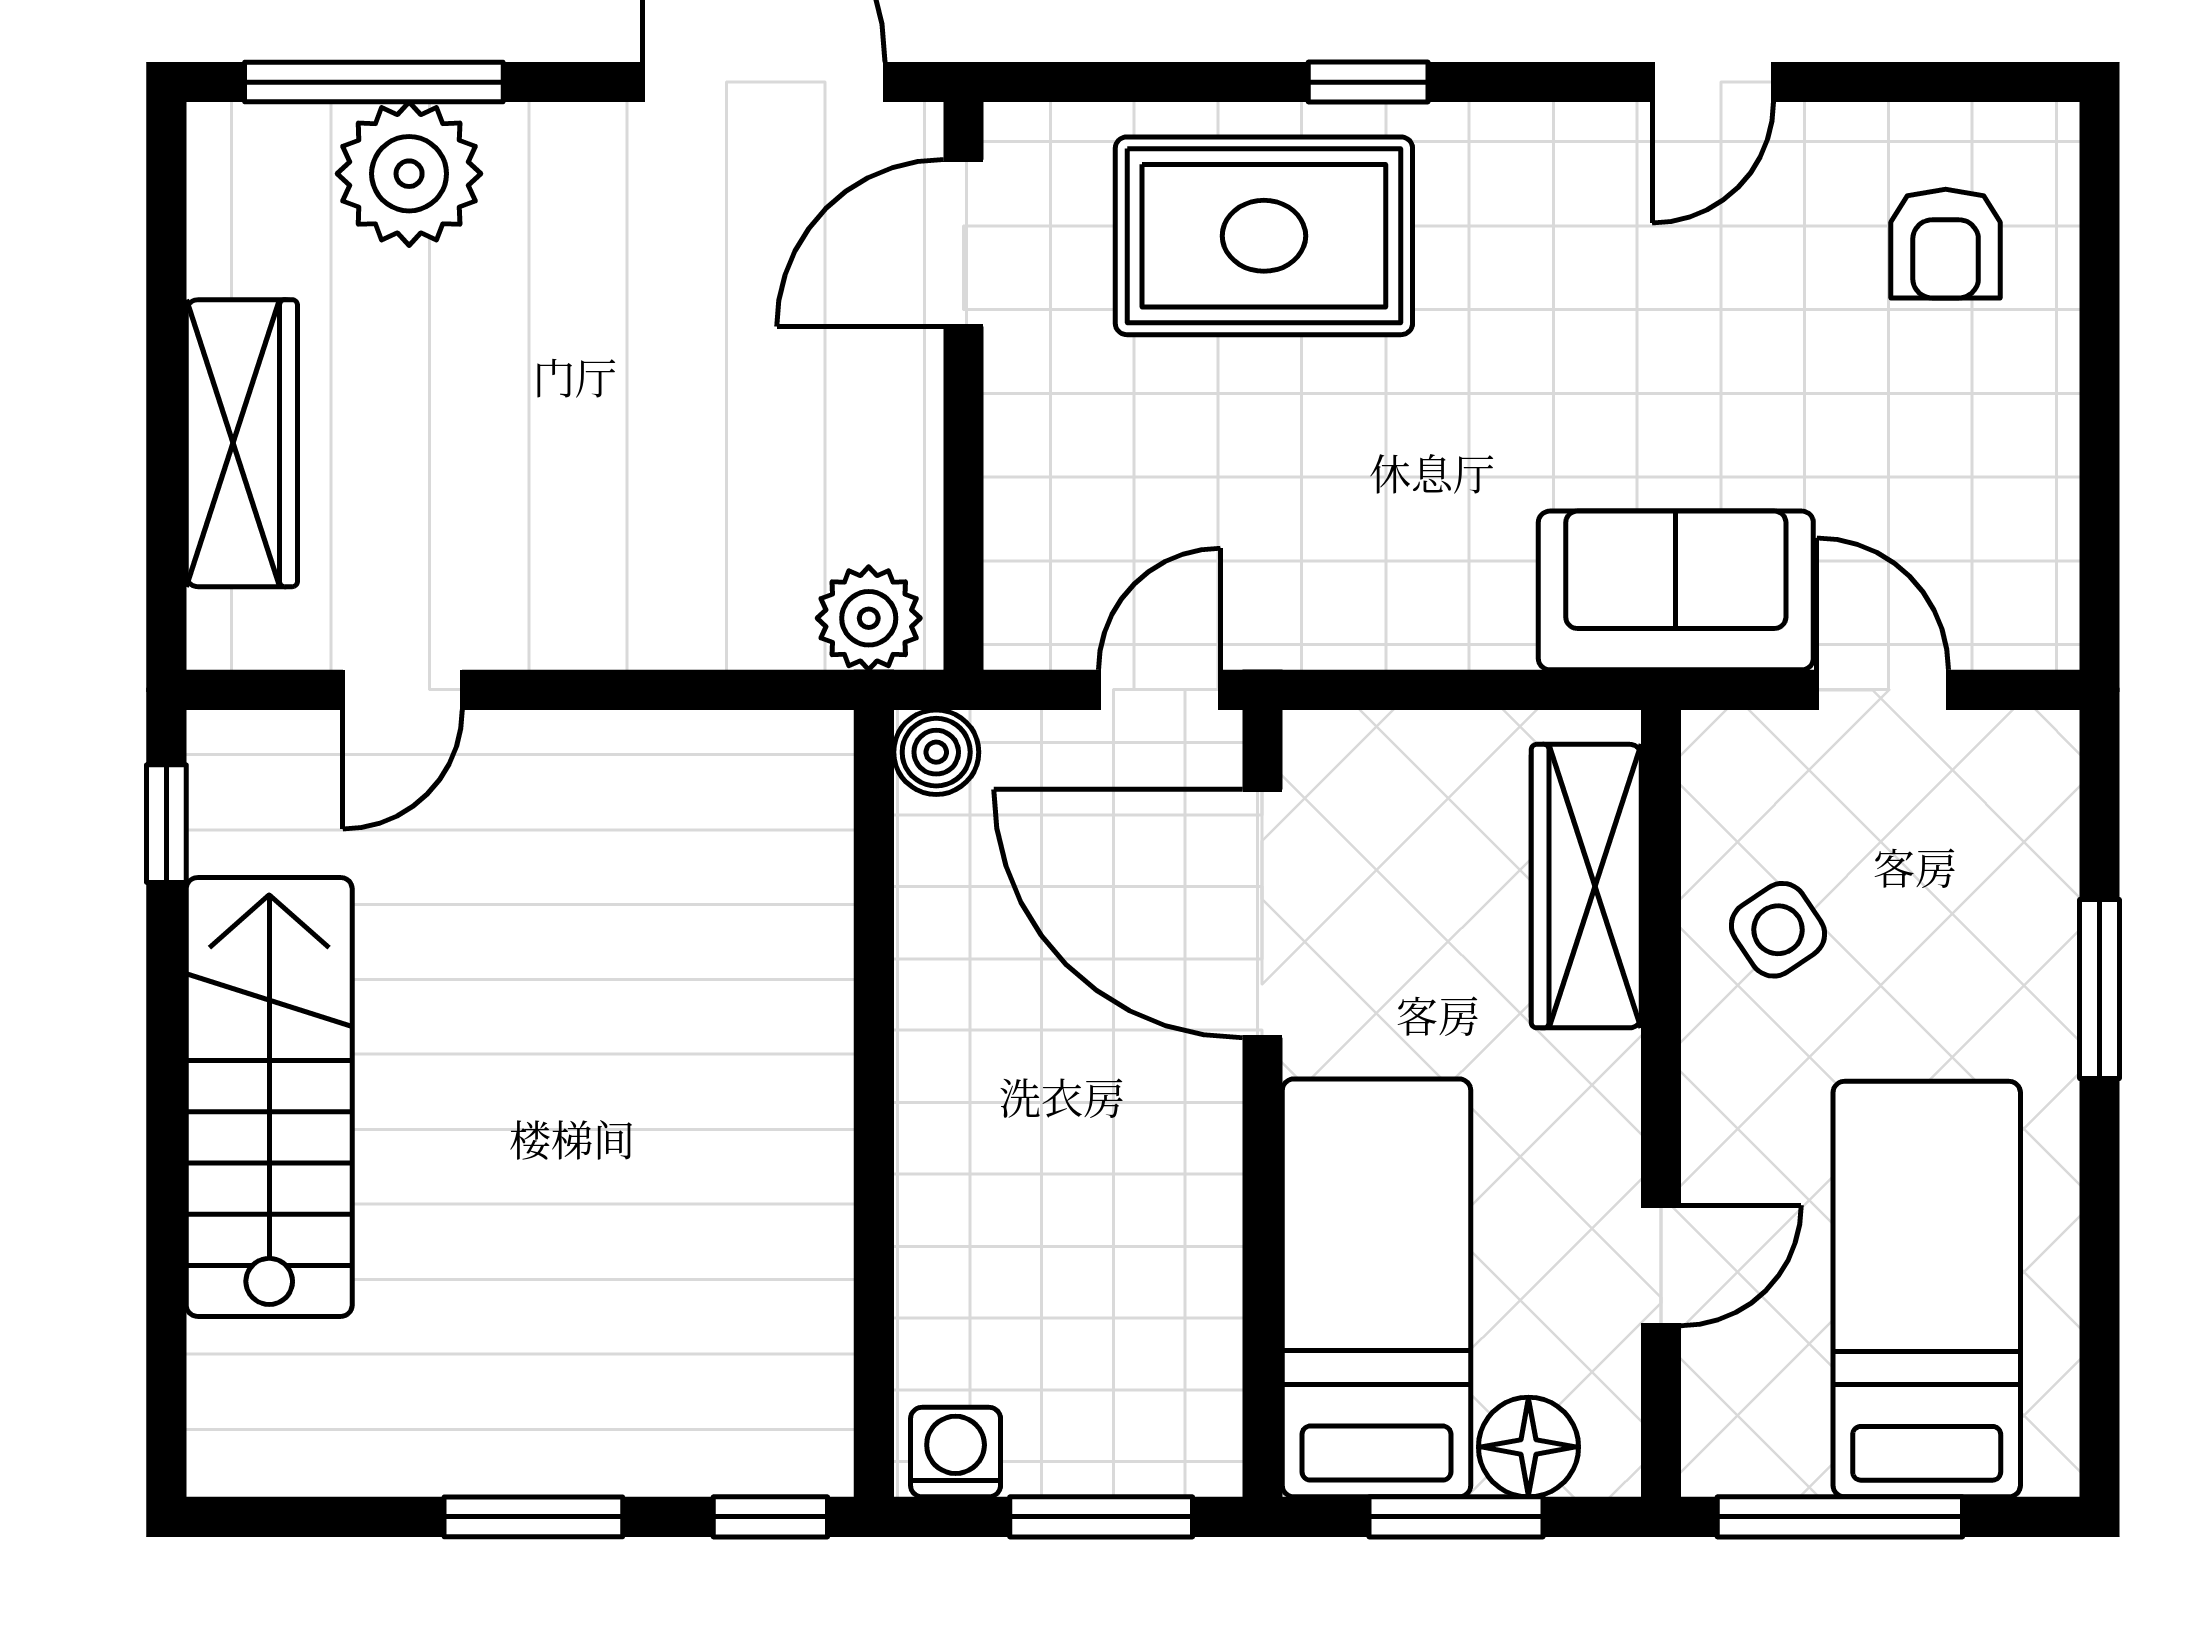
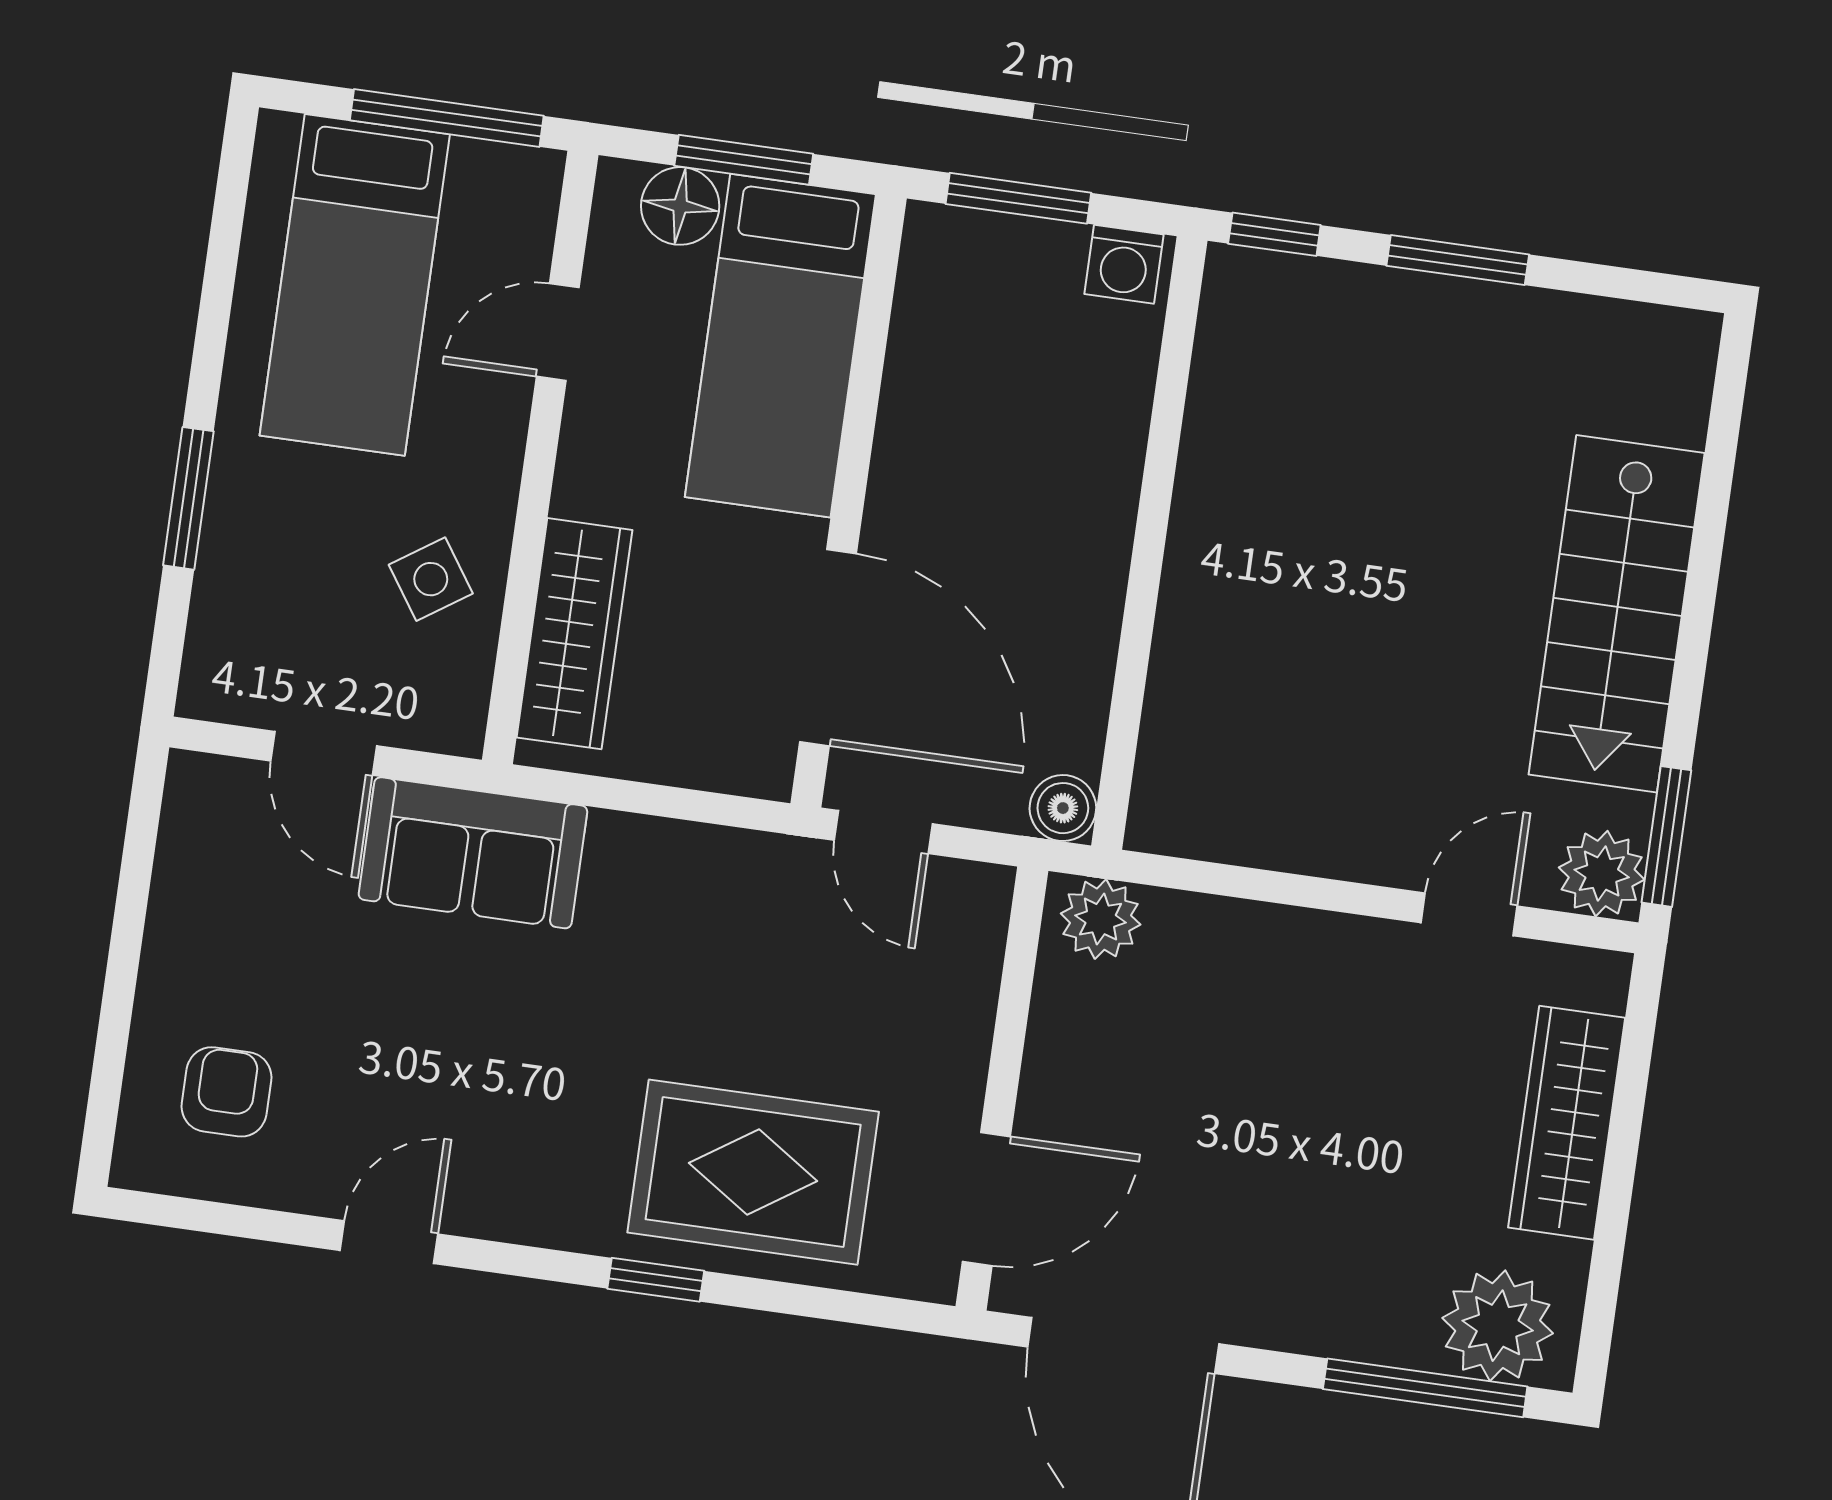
plant: (409, 174) -> (1498, 1326), moved
door: (1160, 690) -> (883, 832), hinge flipped
plant: (242, 765) -> (1602, 873), added
window: (166, 824) -> (1666, 836), width x1.50

